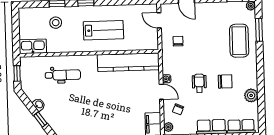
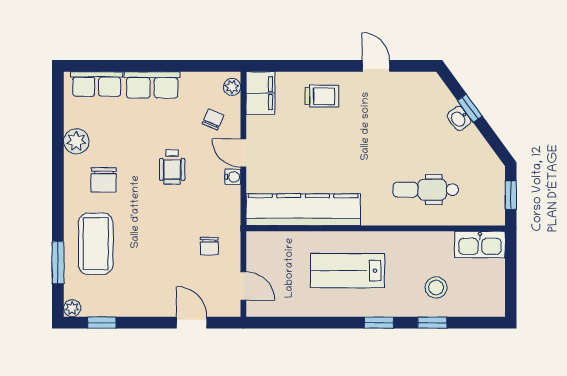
chair: (225, 81) -> (104, 180), moved, turned -90
washbasin: (39, 105) -> (459, 118), moved
trolley: (120, 124) -> (322, 96), added

